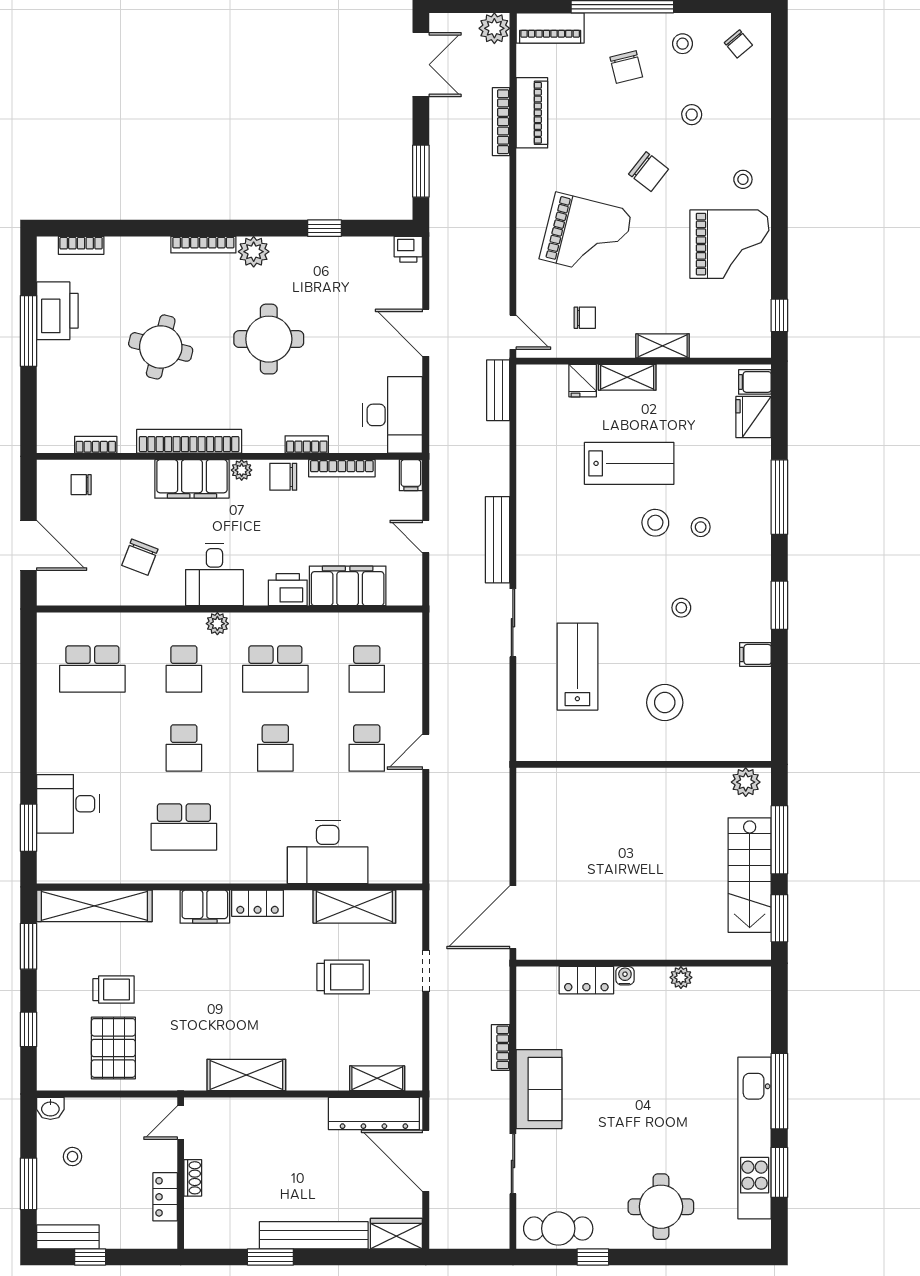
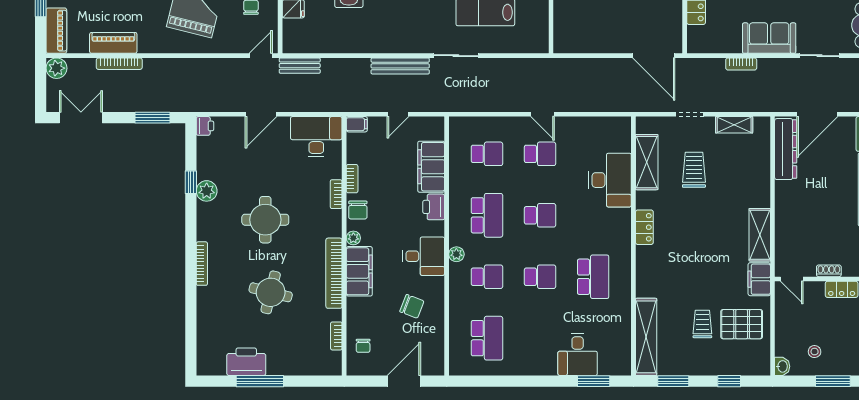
bookcase: (81, 245) -> (202, 346), removed
plant: (254, 252) -> (207, 191), moved
bookcase: (342, 468) -> (352, 179), width x0.64
filing cabinet: (205, 907) -> (759, 279), moved, turned 180
shelving: (377, 1078) -> (734, 125), moved, turned 90

